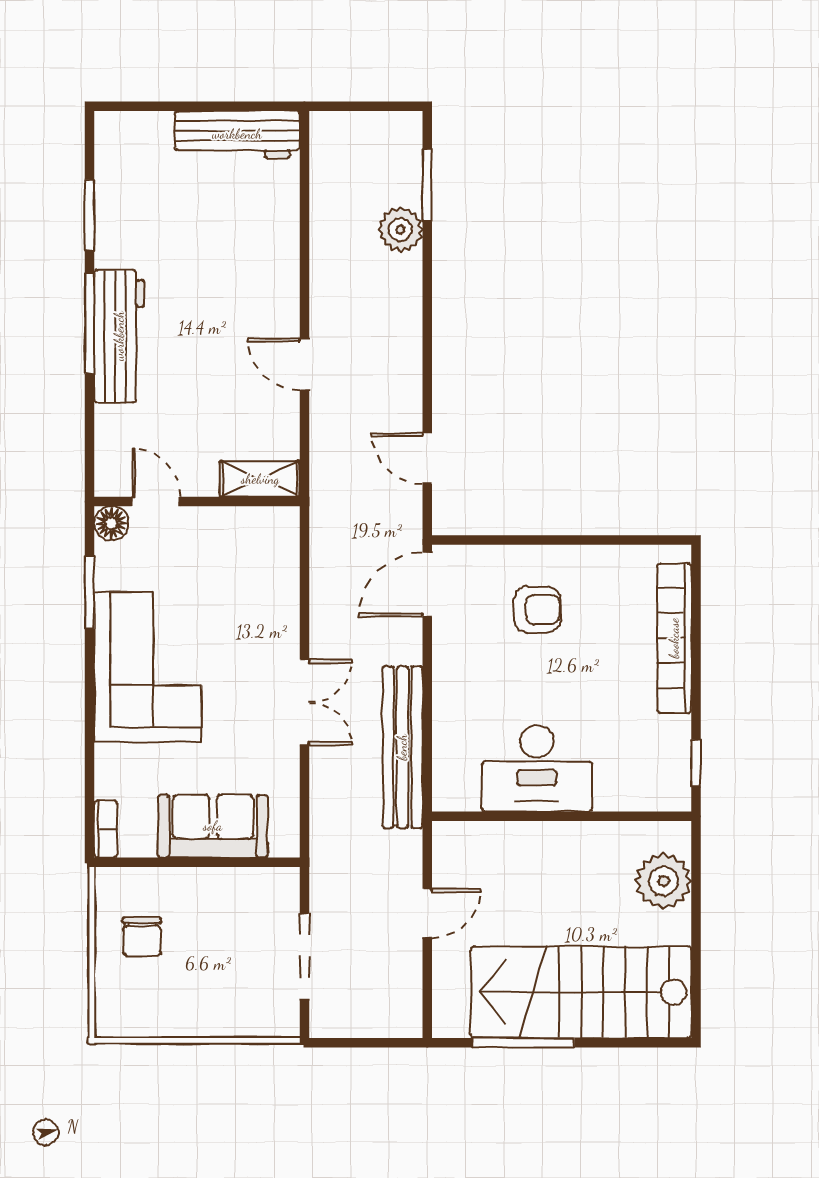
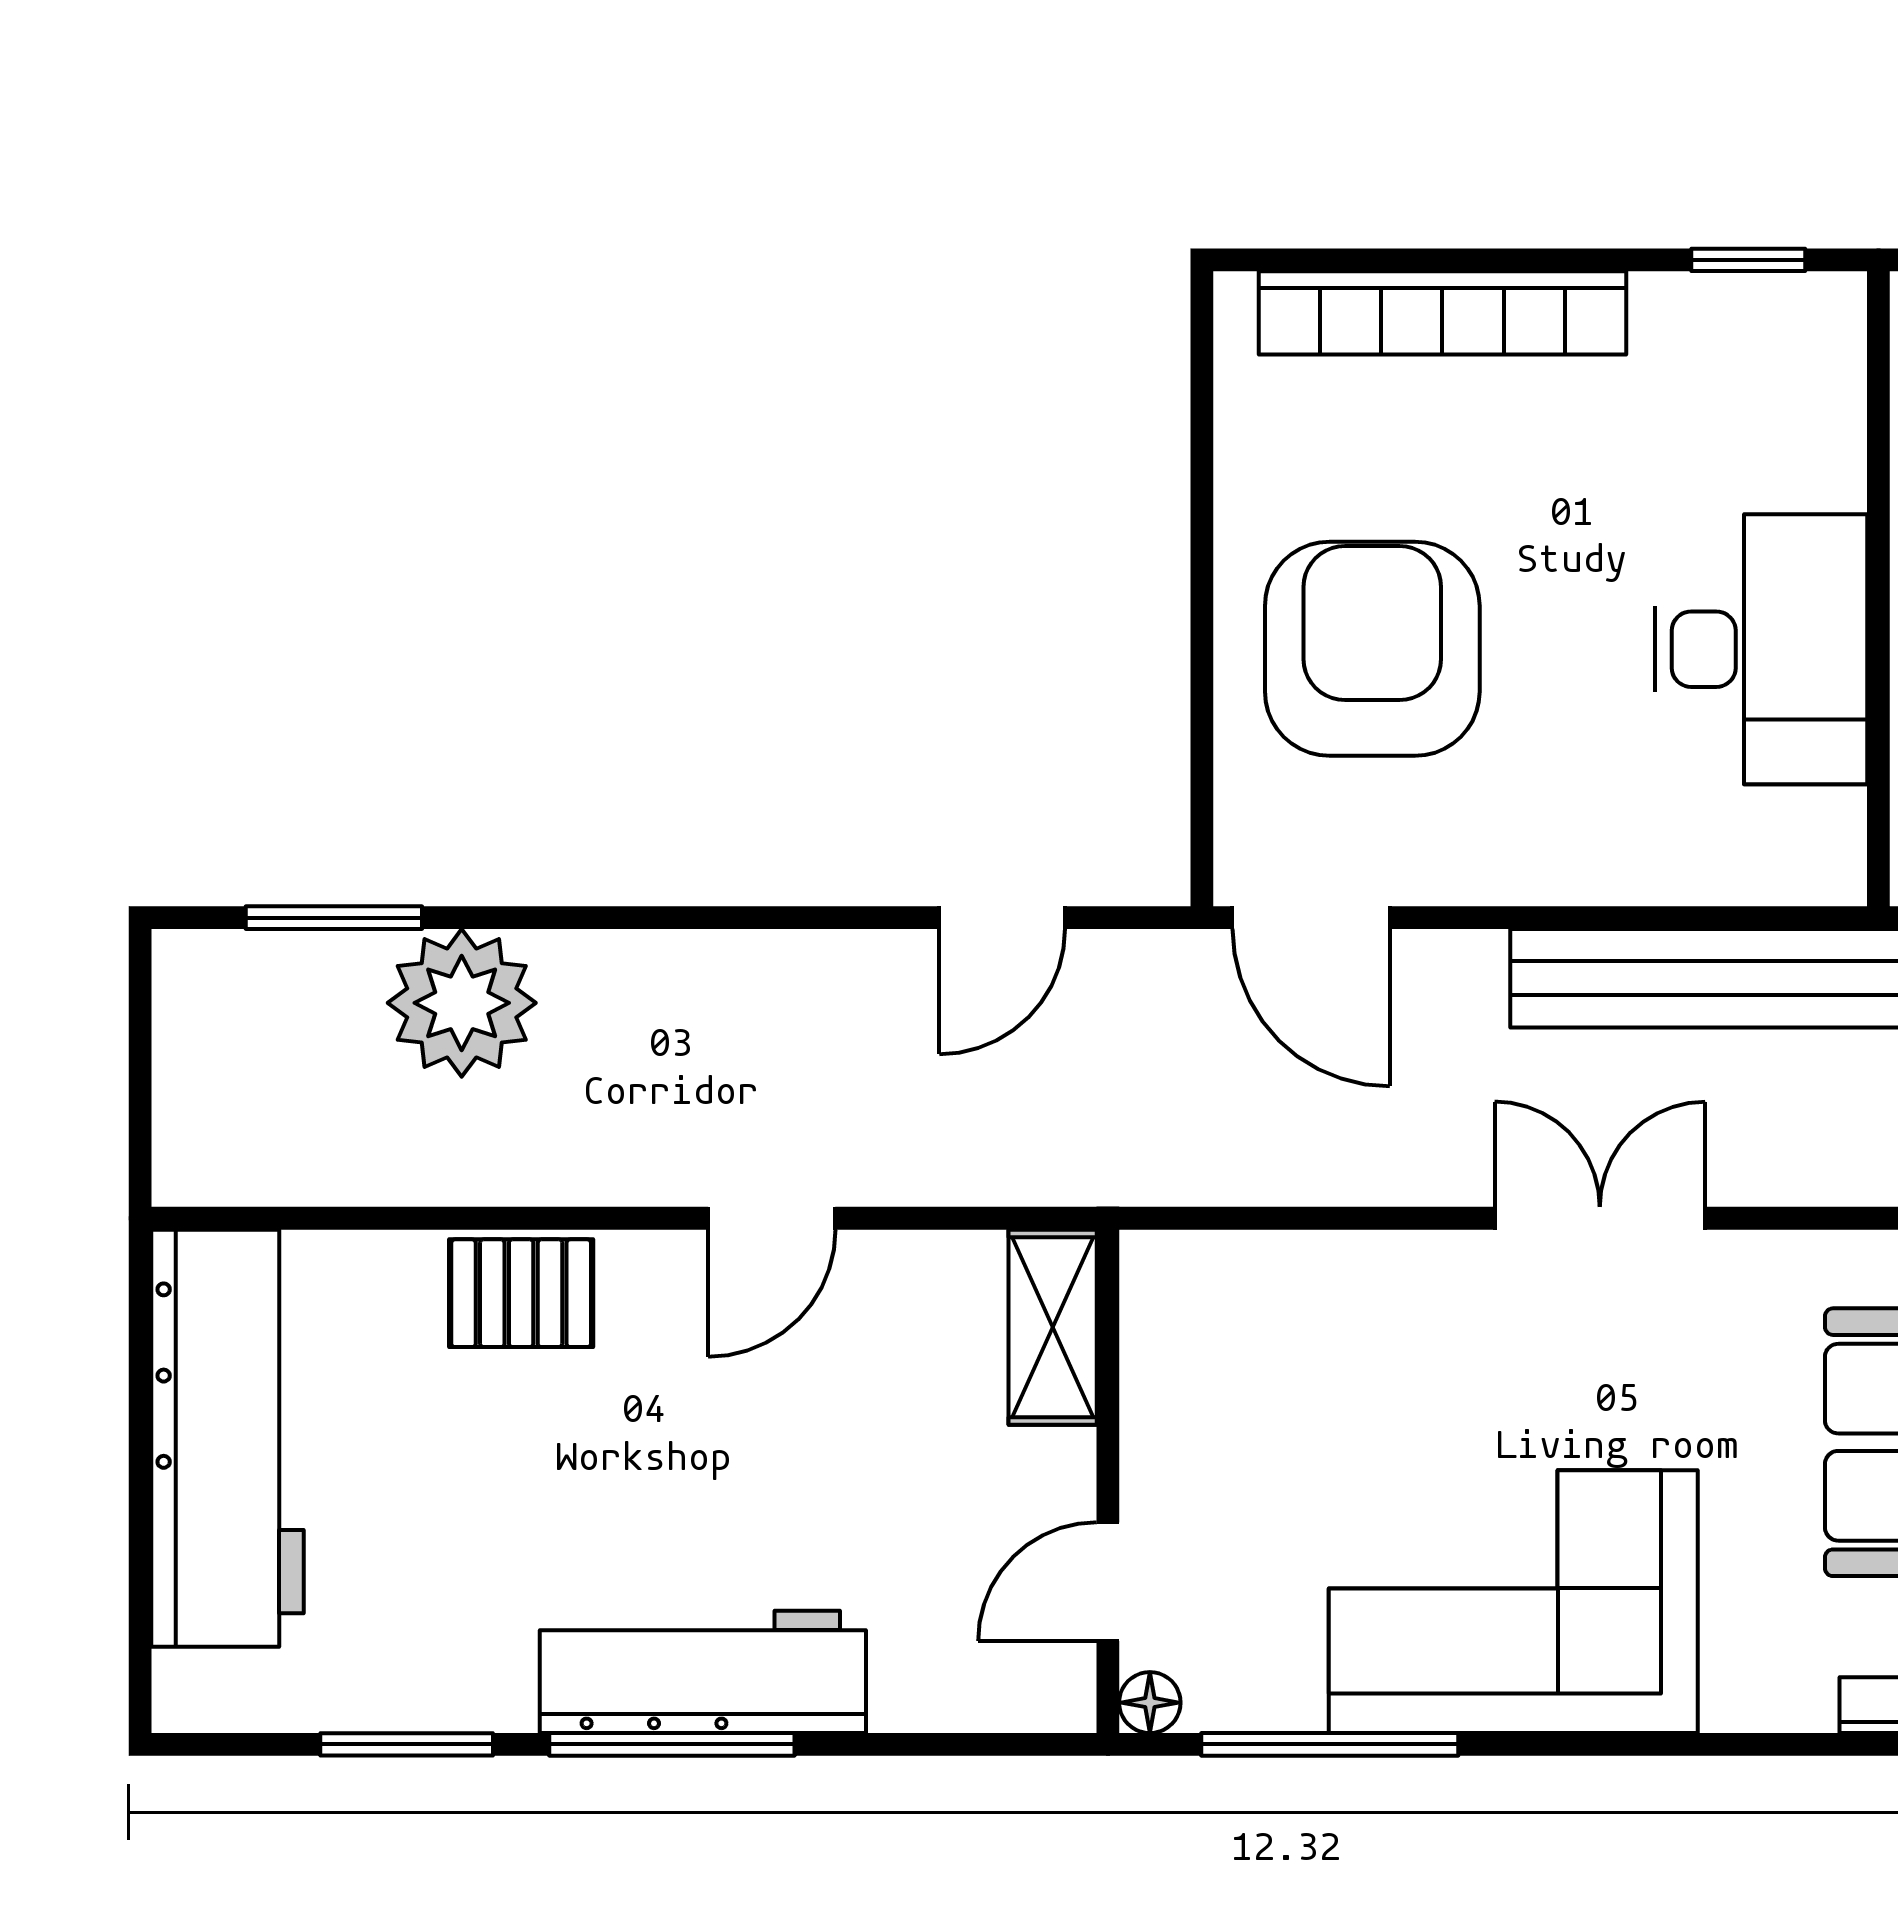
workbench: (237, 134) -> (227, 1438), width x1.36, depth x1.32
plant: (400, 230) -> (462, 1003), width x1.36, depth x1.36
pallet: (274, 262) -> (521, 1293), added
floor lamp: (111, 523) -> (1150, 1703), width x0.73, depth x0.73
window: (90, 592) -> (1330, 1744), width x1.44
armchair: (537, 610) -> (1372, 649), width x1.88, depth x1.88

